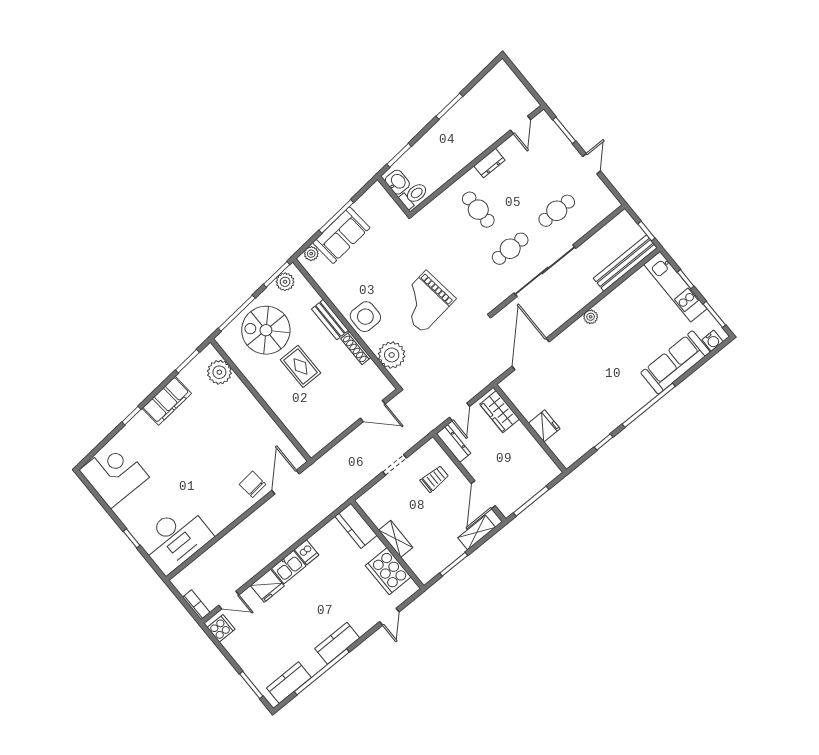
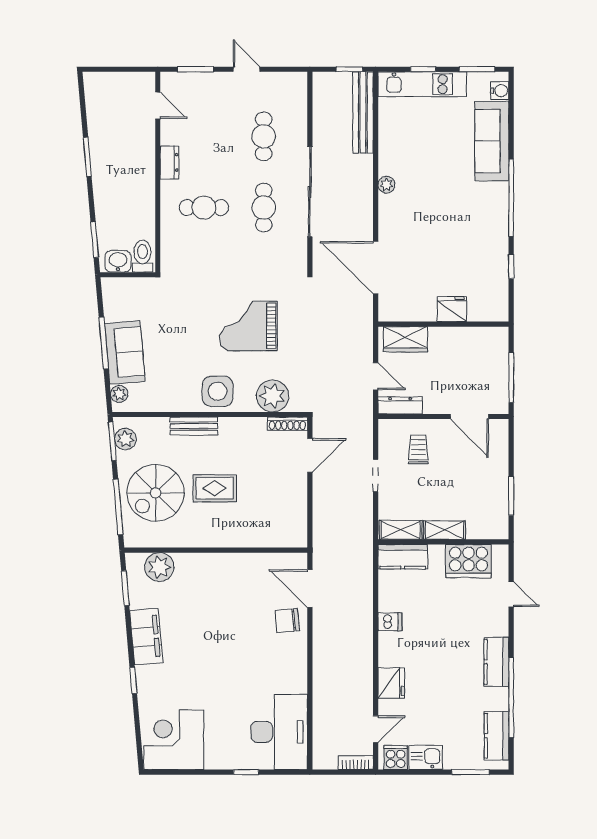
grand piano: (425, 302) -> (248, 326), turned 97
shoe rack: (356, 348) -> (287, 424), moved
shelving: (477, 533) -> (401, 530), moved, turned 90
kitchen sink: (289, 567) -> (426, 757), moved, turned -90

